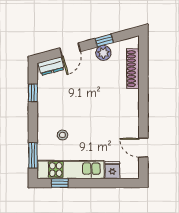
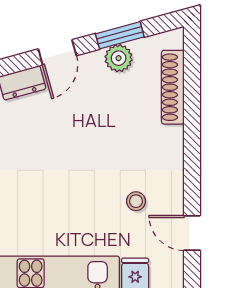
window: (104, 40) -> (120, 35), width x1.50
stool: (62, 135) -> (136, 201), moved

